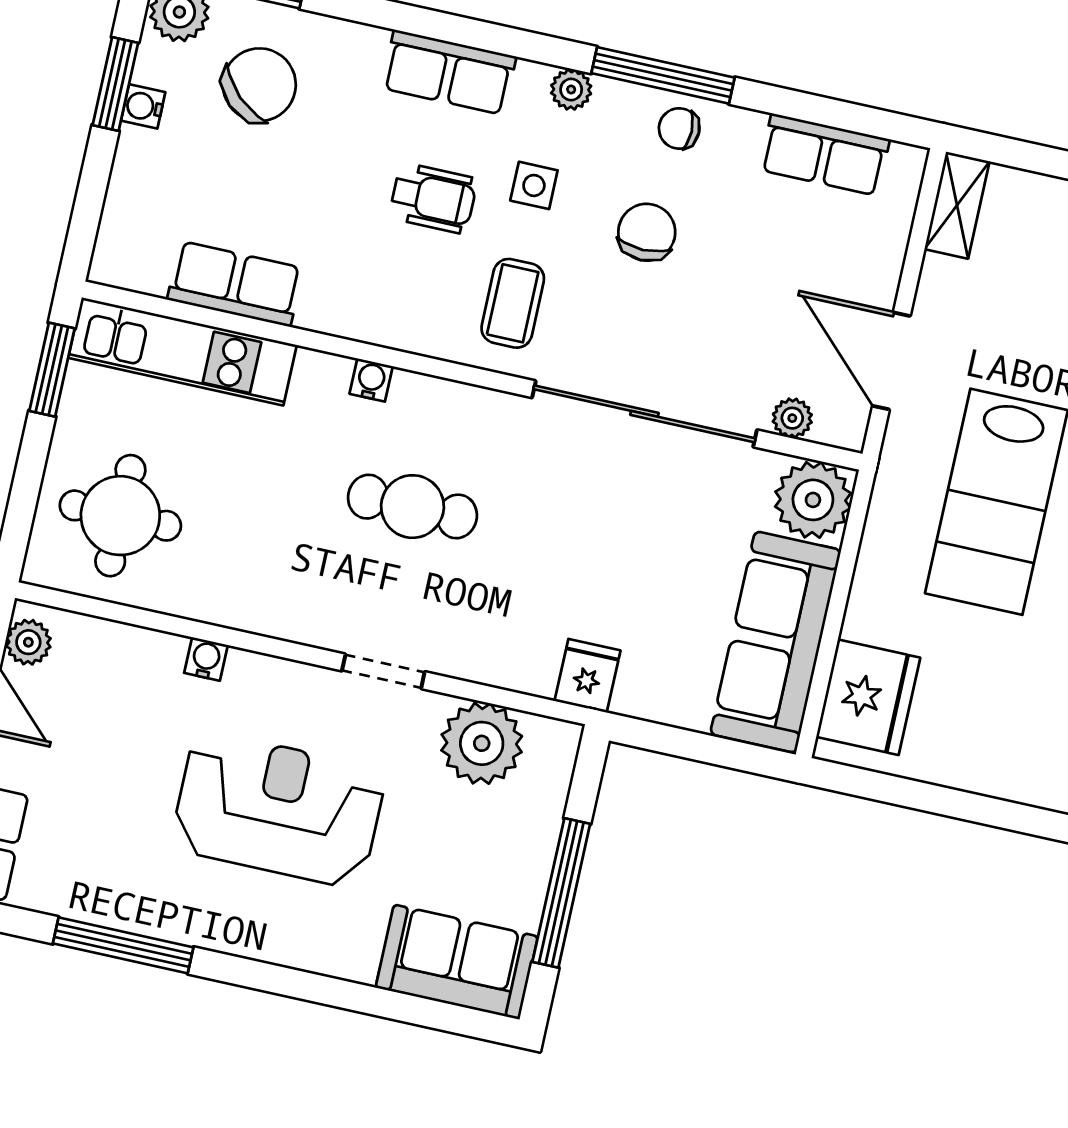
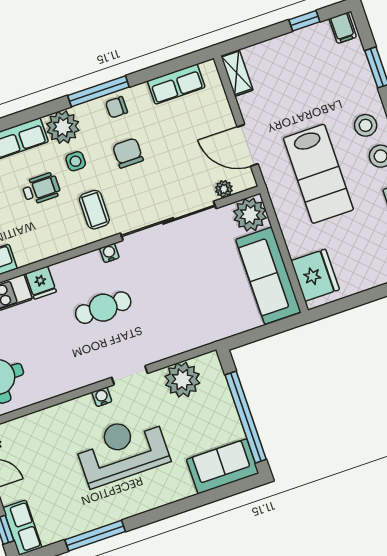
plant: (571, 89) -> (63, 127), width x1.87, depth x1.87
water cooler: (371, 380) -> (109, 253), moved
water cooler: (206, 659) -> (102, 397), moved
fridge: (587, 676) -> (41, 283), moved, turned 180
window: (561, 893) -> (246, 417), width x1.46

